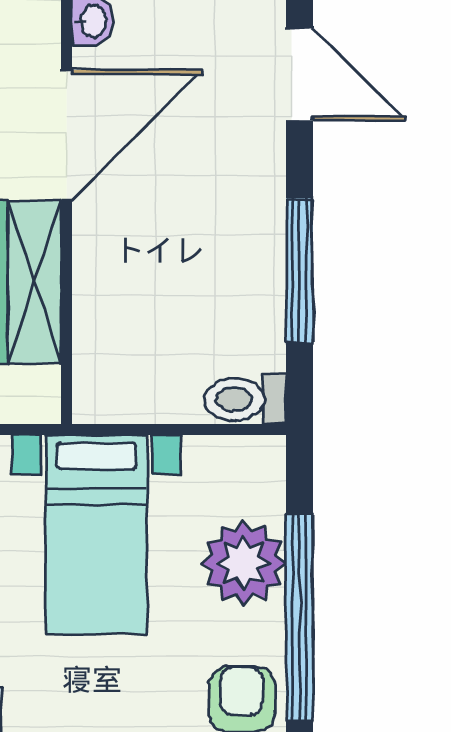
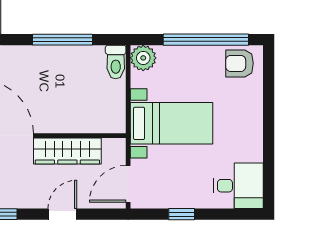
plant: (244, 563) -> (143, 58), moved, width x0.73, depth x0.73

